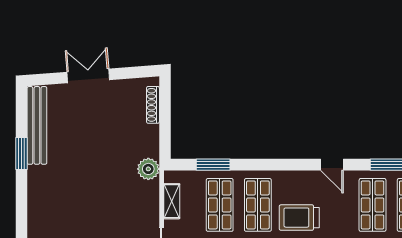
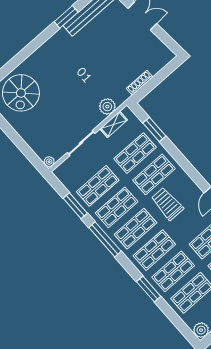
shoe rack: (153, 105) -> (140, 83), moved
plant: (148, 169) -> (107, 107), moved

